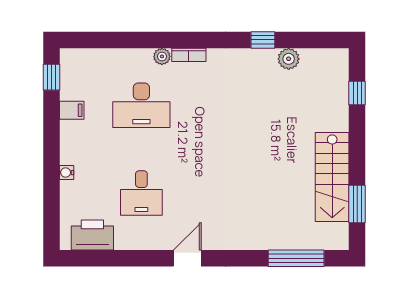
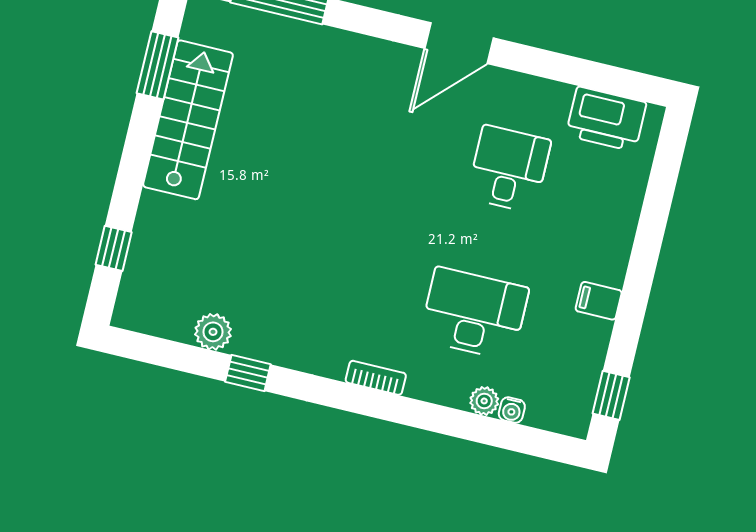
plant: (162, 56) -> (484, 401), moved
filing cabinet: (72, 110) -> (599, 301), moved
water cooler: (67, 173) -> (512, 410), moved, turned 90
door: (187, 258) -> (459, 43), width x1.38

